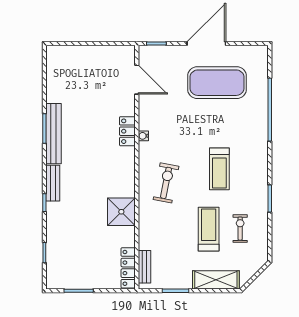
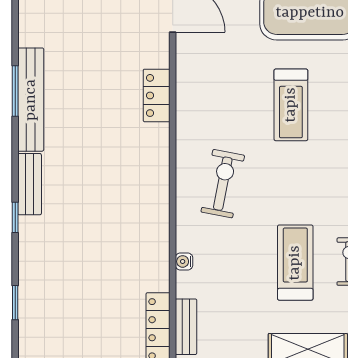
water cooler: (143, 136) -> (184, 261), moved
treadmill: (219, 169) -> (291, 105), moved
shower: (121, 212) -> (146, 233), removed

